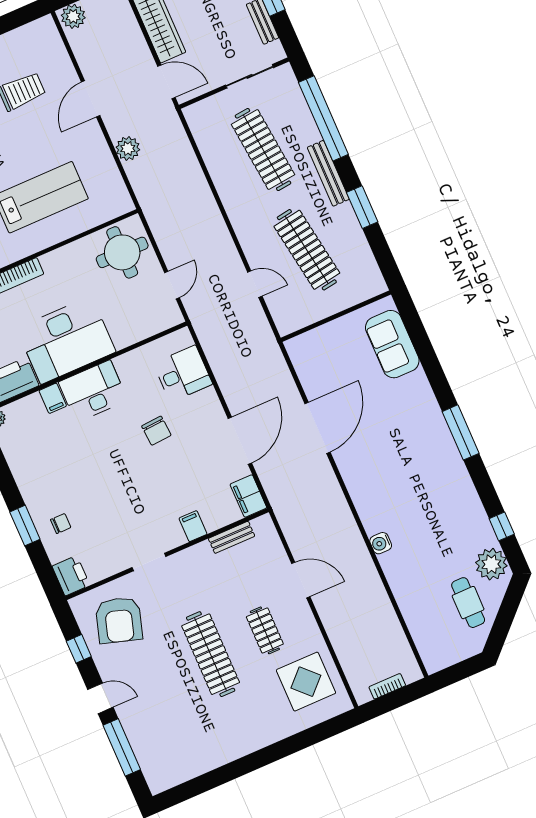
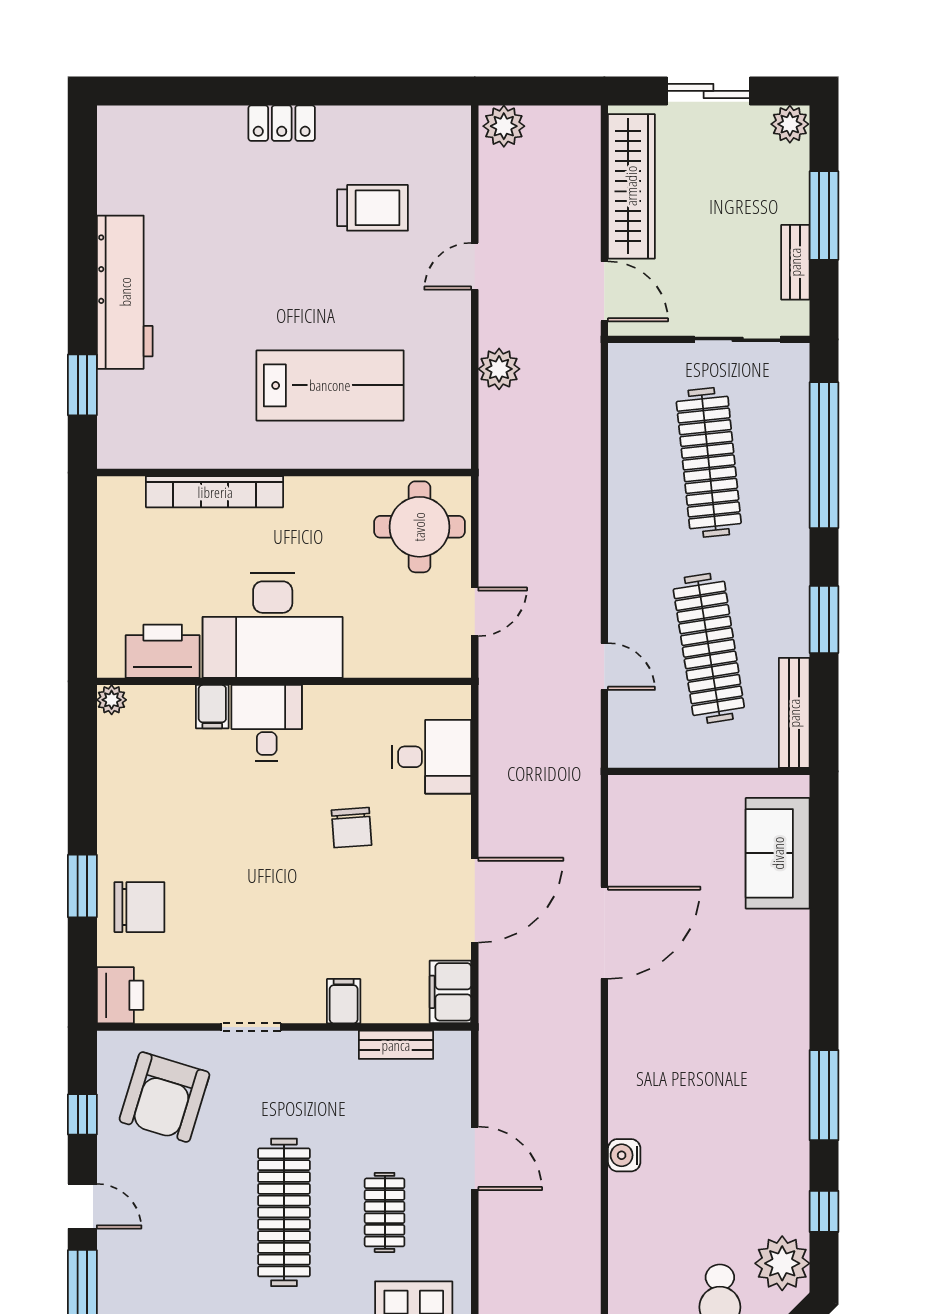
door: (91, 99) -> (475, 266), width x0.73
bench: (328, 173) -> (794, 713), moved
desk: (93, 391) -> (267, 723), width x0.73
window: (461, 432) -> (824, 1095), moved
chair: (61, 524) -> (139, 907), width x1.87, depth x1.87

